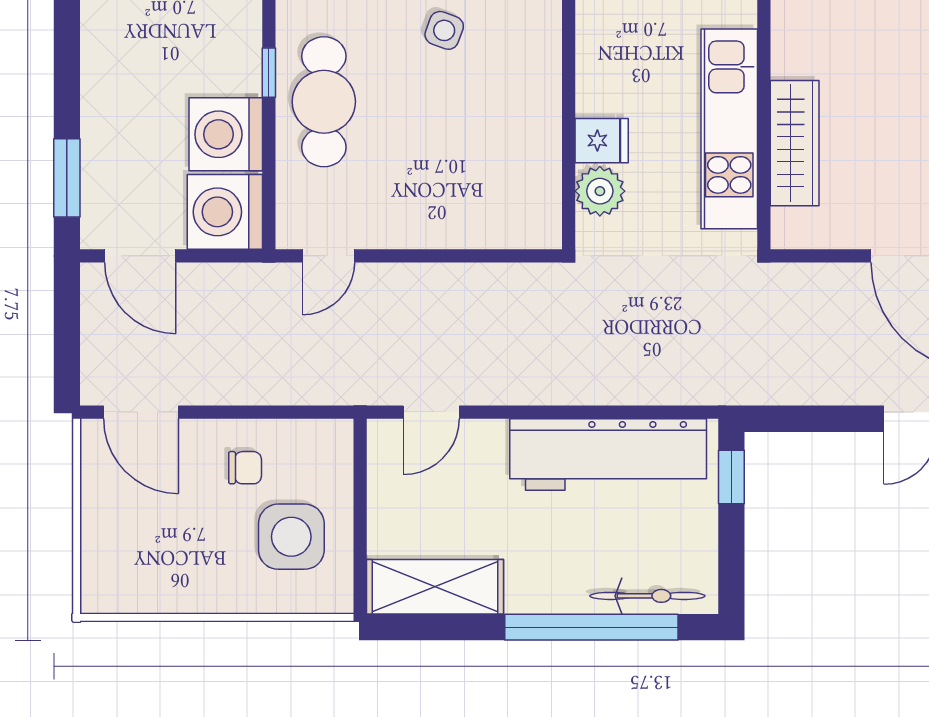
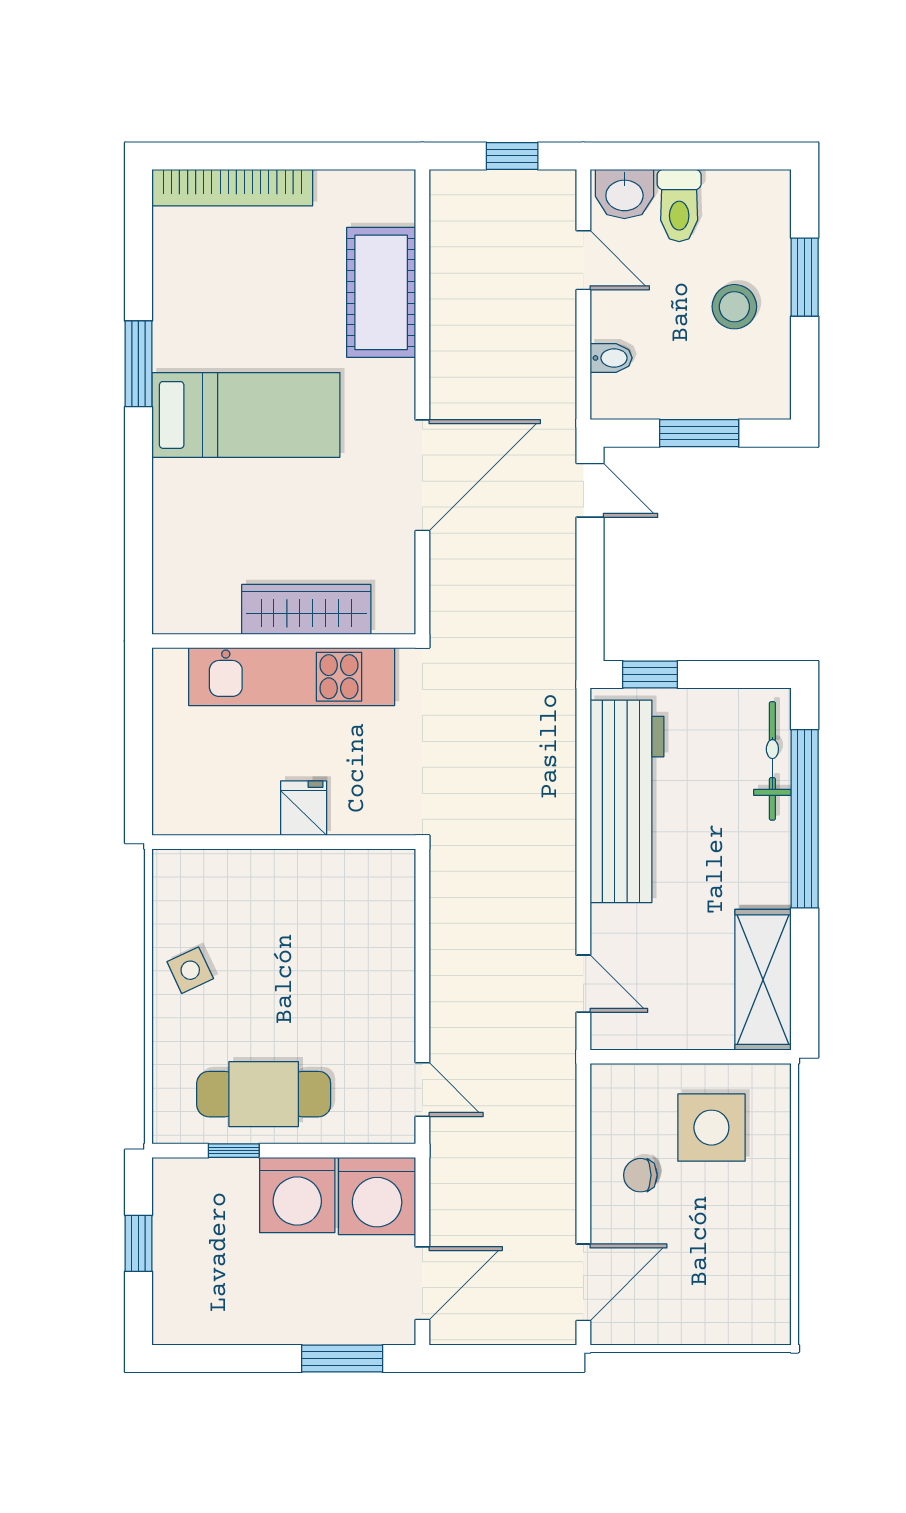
side table: (444, 30) -> (190, 970), turned 45
plant: (600, 191) -> (356, 810), removed
chair: (245, 468) -> (640, 1175), turned -90

